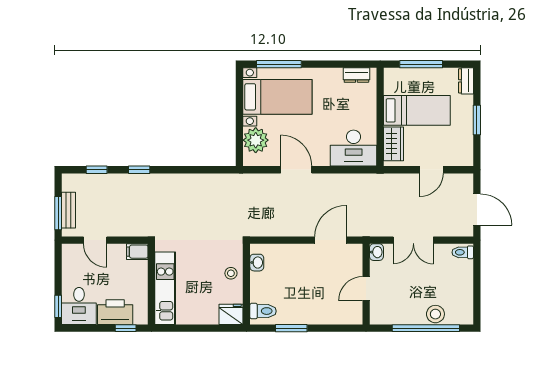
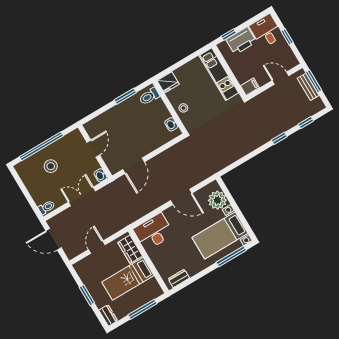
window: (58, 306) -> (287, 37), moved
stool: (435, 314) -> (51, 166), moved

